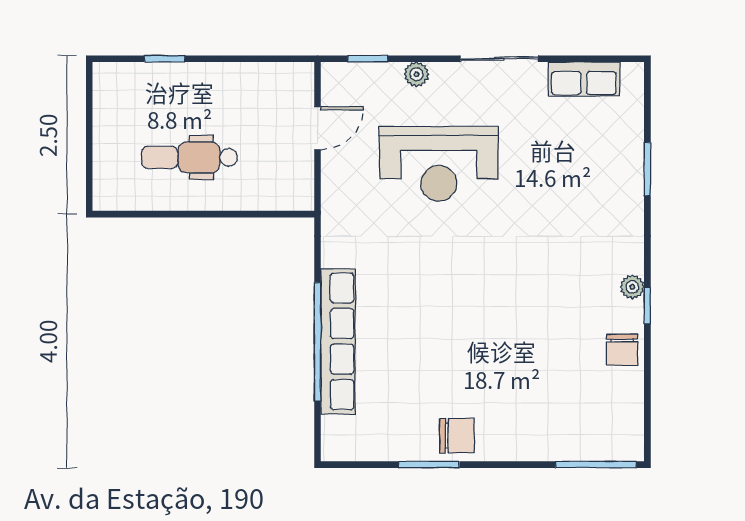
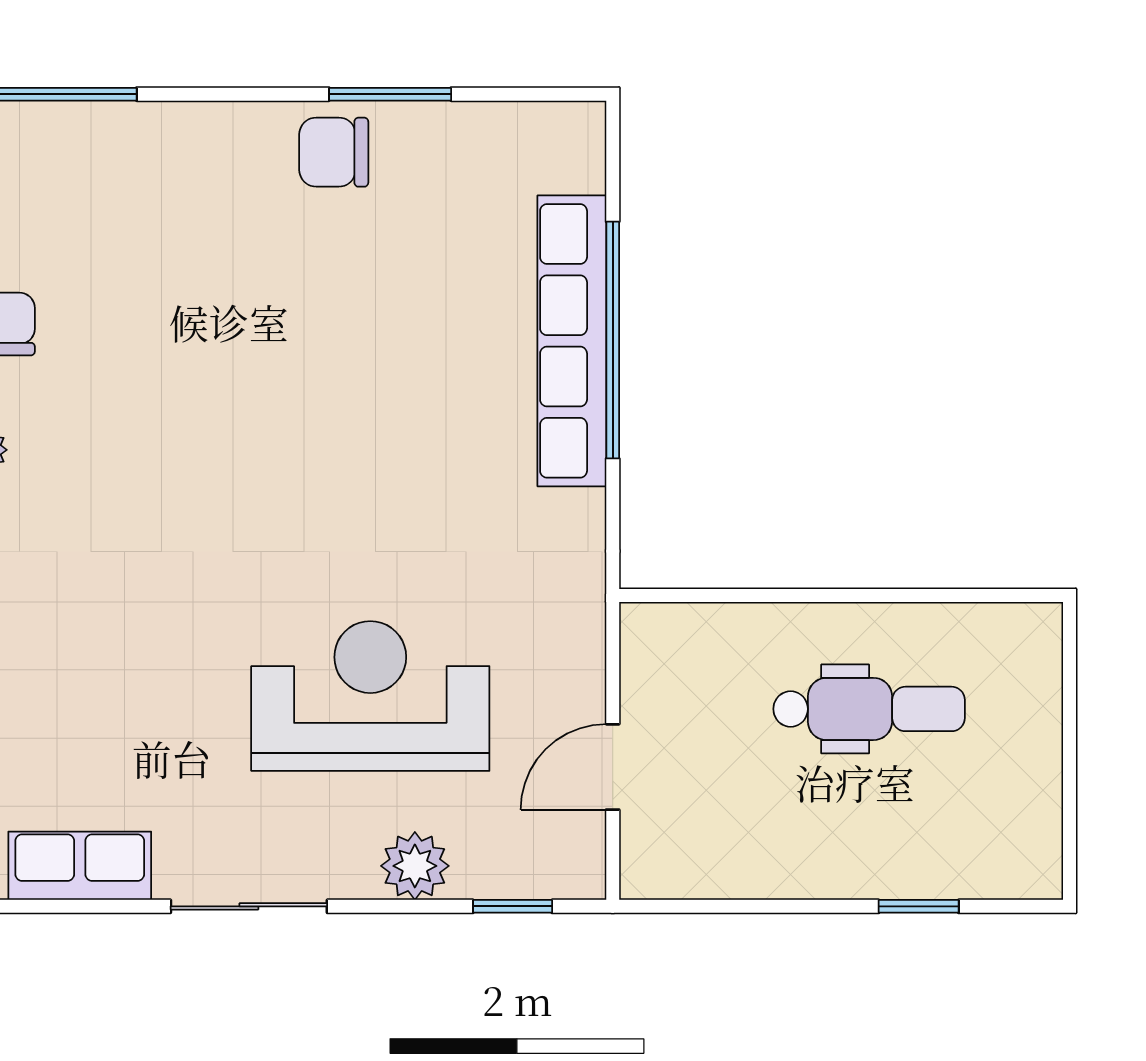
plant: (416, 74) -> (415, 866), width x1.38, depth x1.38

